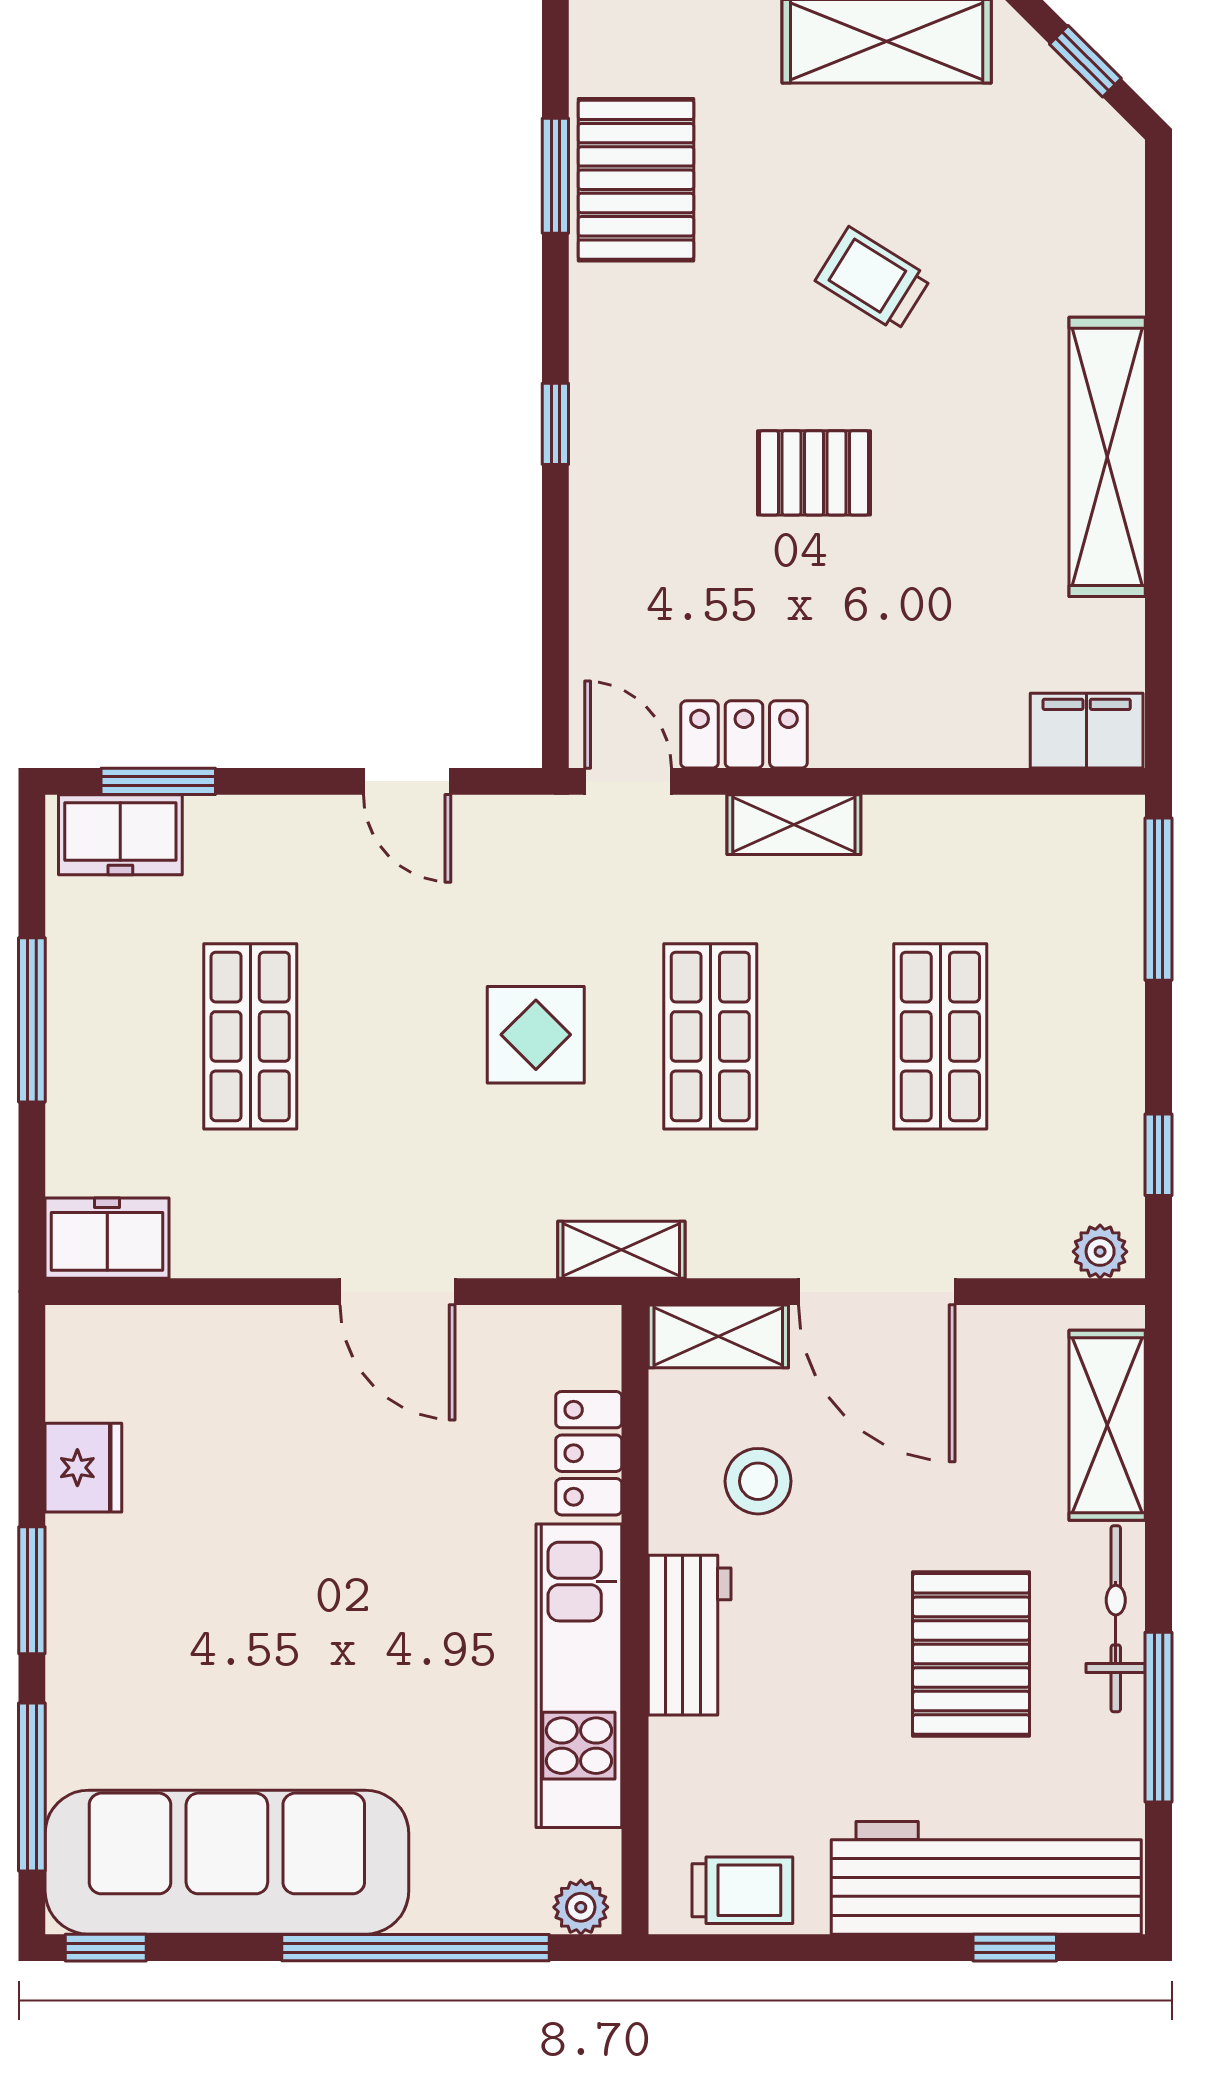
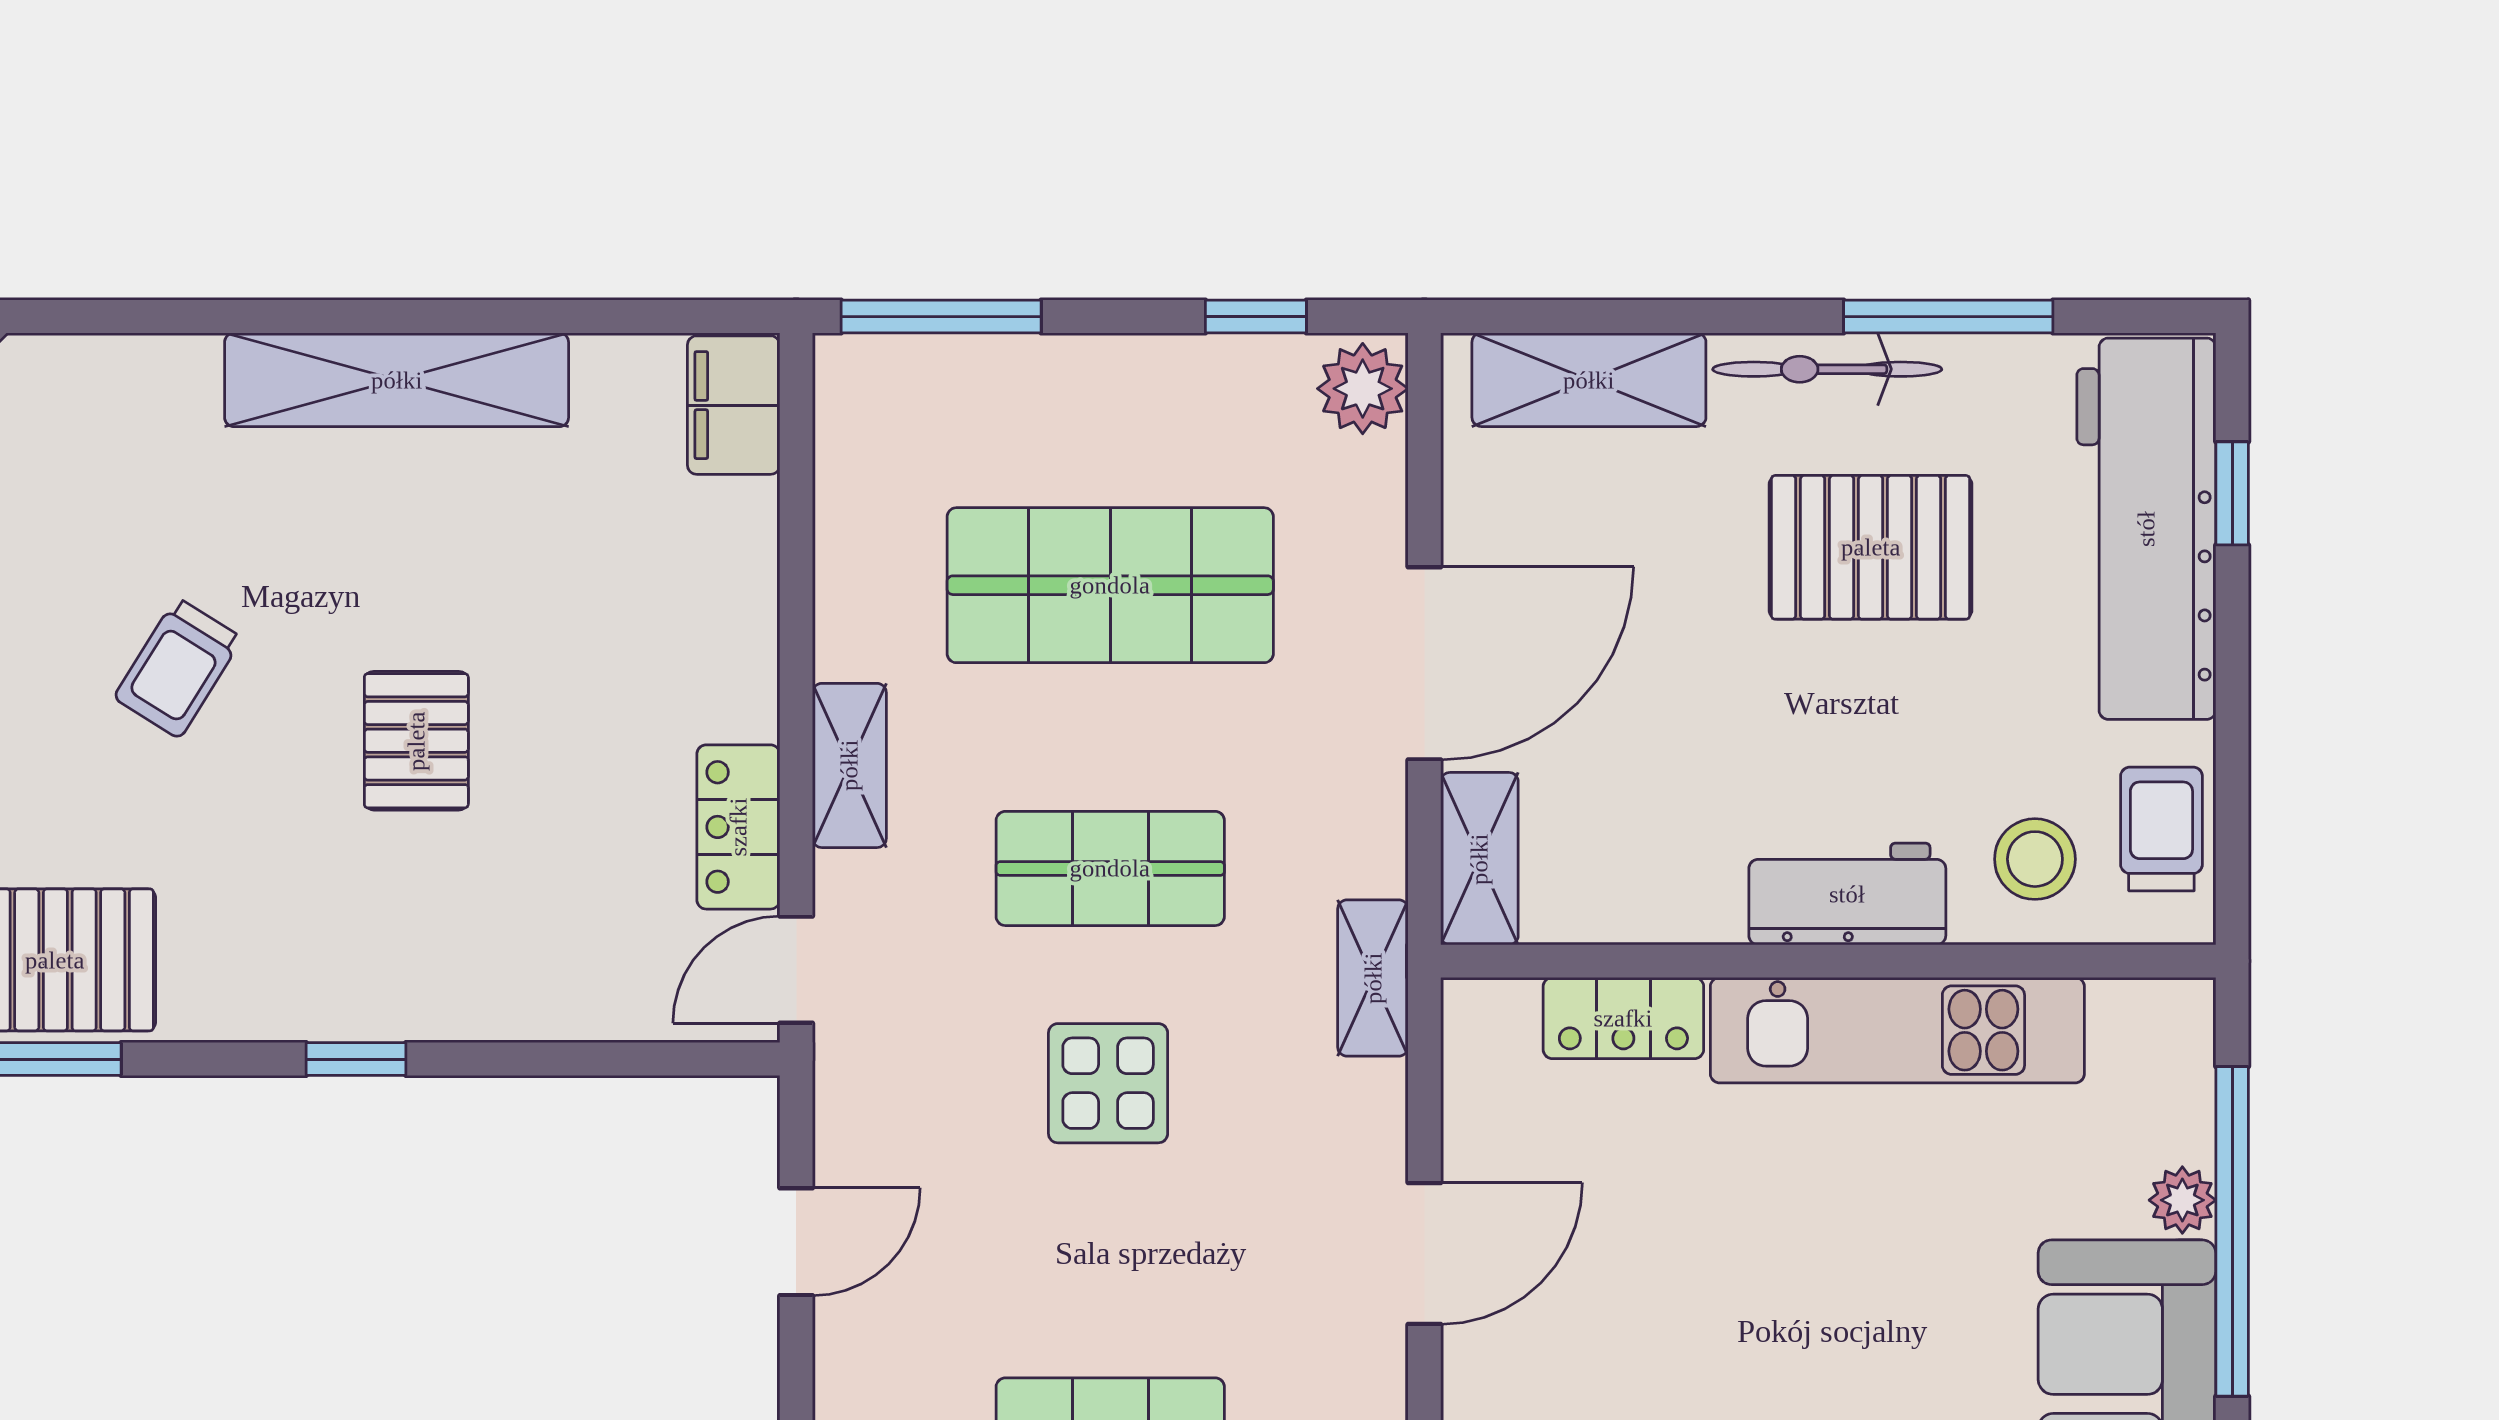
shop shelf: (940, 1036) -> (1110, 585), width x1.43, depth x1.36
plant: (1100, 1252) -> (1363, 389), width x1.38, depth x1.38
stool: (758, 1481) -> (2035, 859), moved
plant: (581, 1907) -> (2182, 1200), moved

